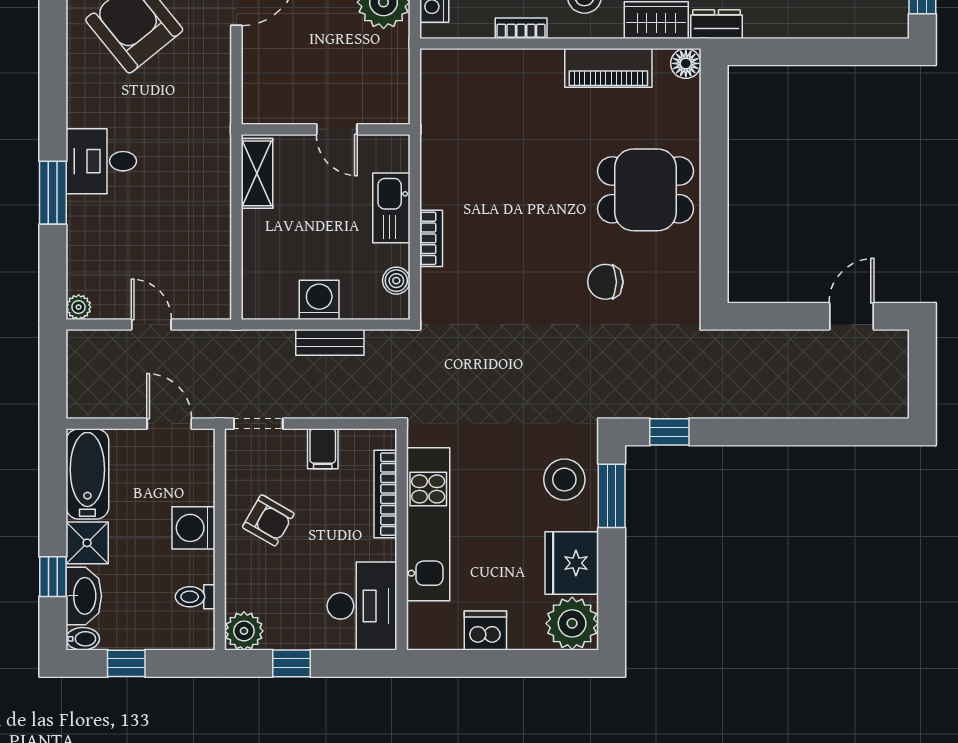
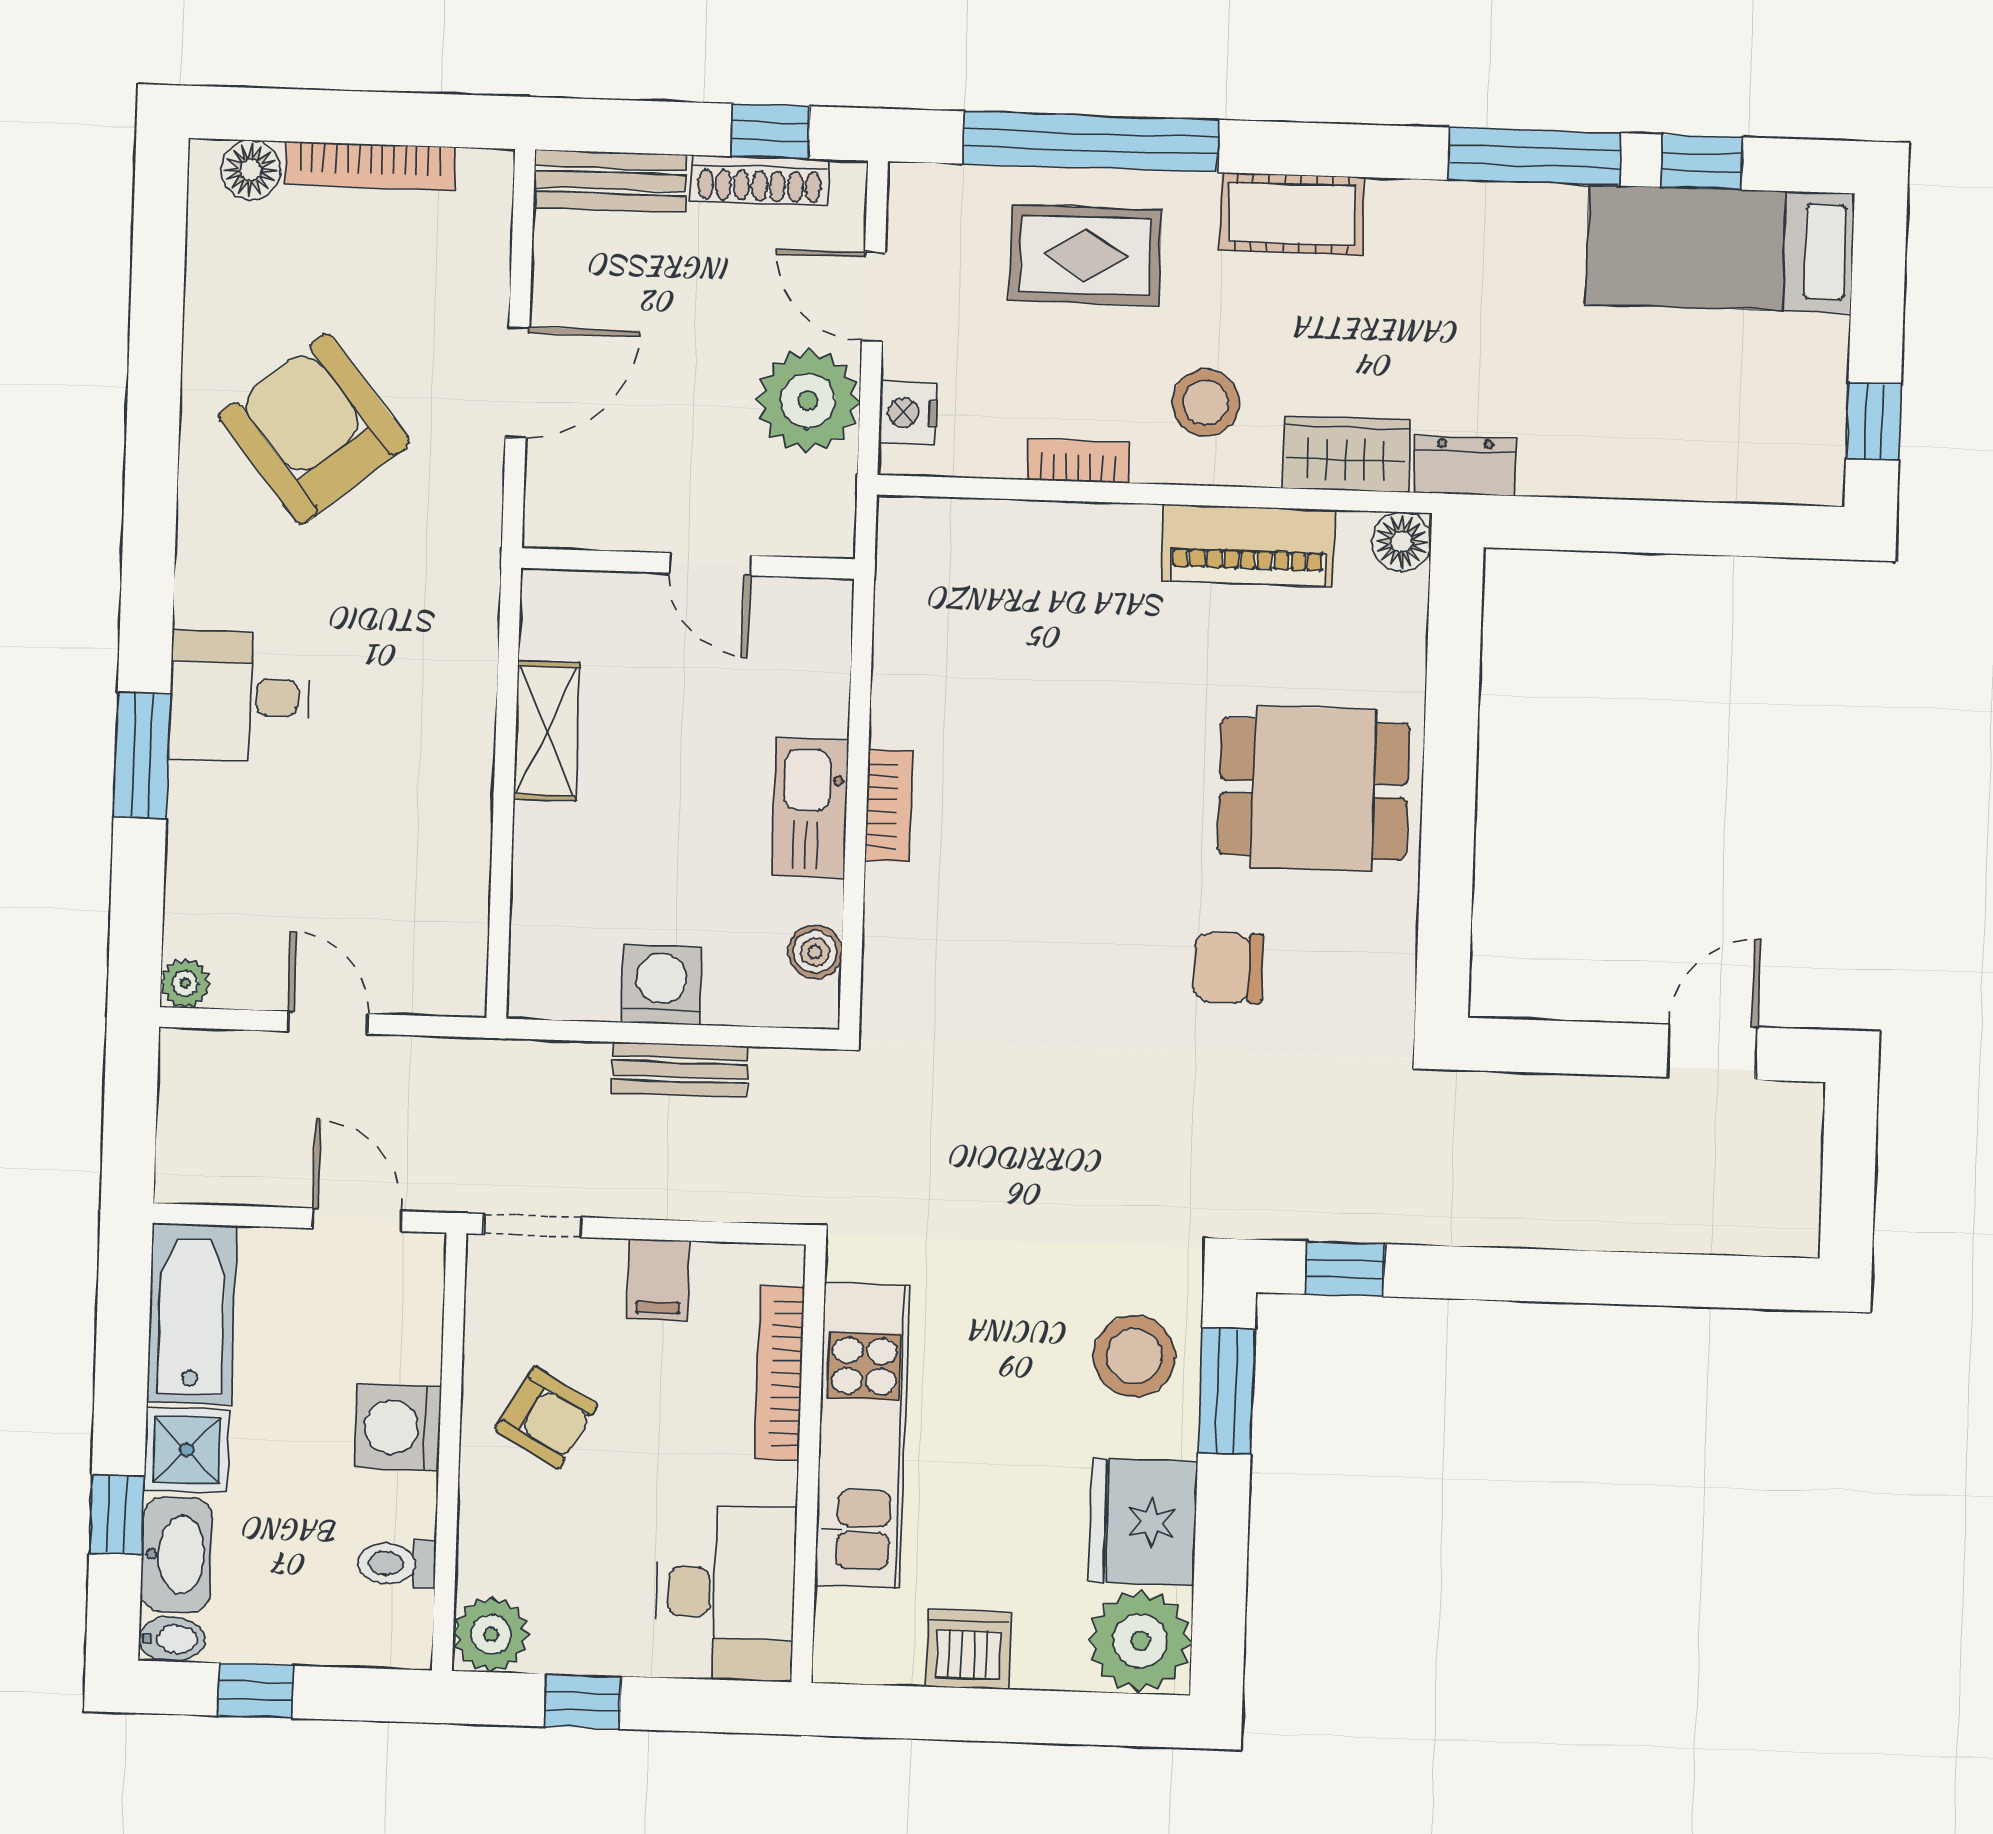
wall: (326, 129) -> (688, 563), moved
door: (337, 129) -> (710, 564), moved
bookcase: (431, 238) -> (889, 806), moved

